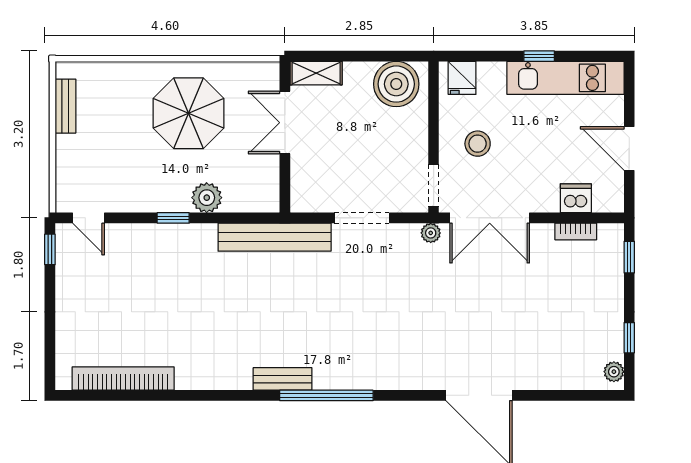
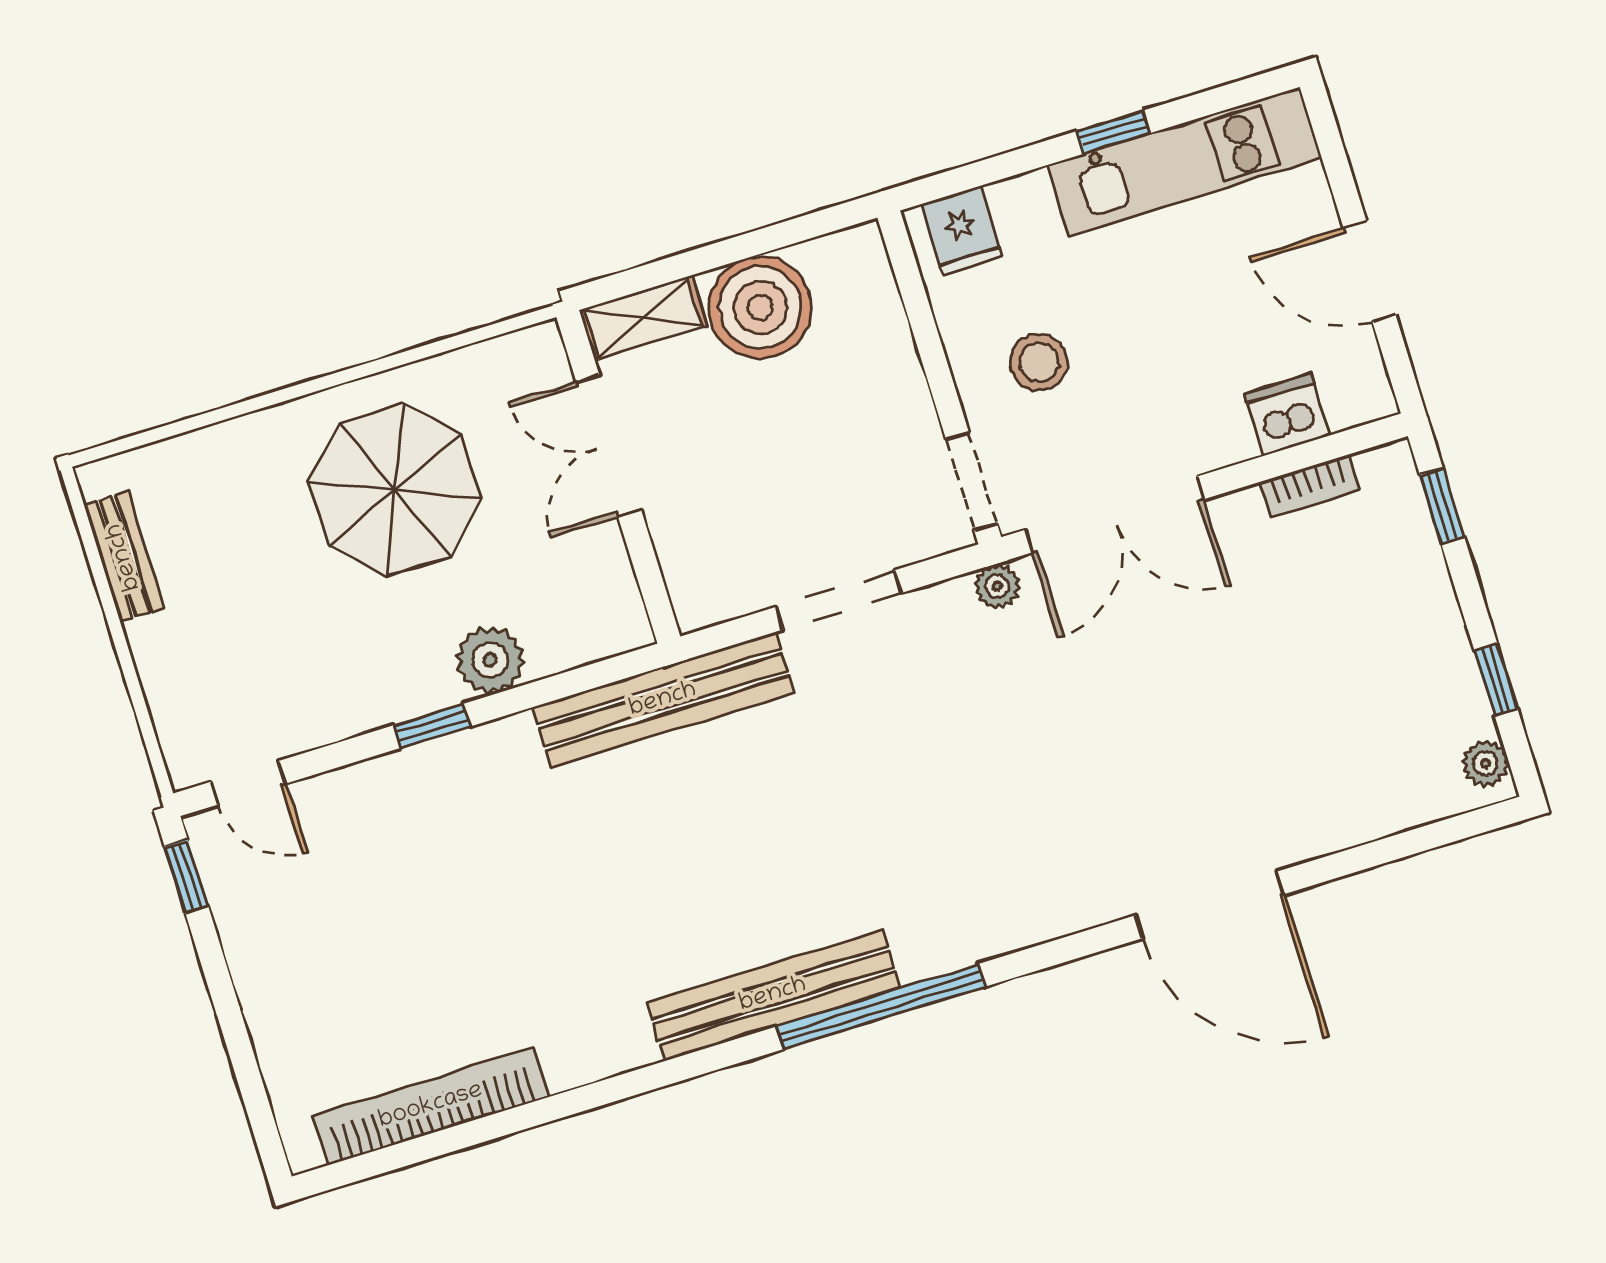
boiler: (396, 84) -> (760, 307), moved
bench: (283, 379) -> (773, 995), width x1.86, depth x1.21

